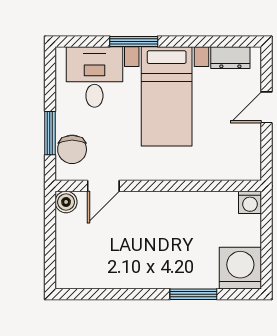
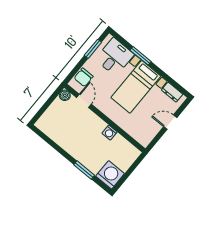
window: (50, 133) -> (93, 49), moved
door: (103, 186) -> (84, 101), swing flipped
washing machine: (250, 202) -> (110, 133), moved

